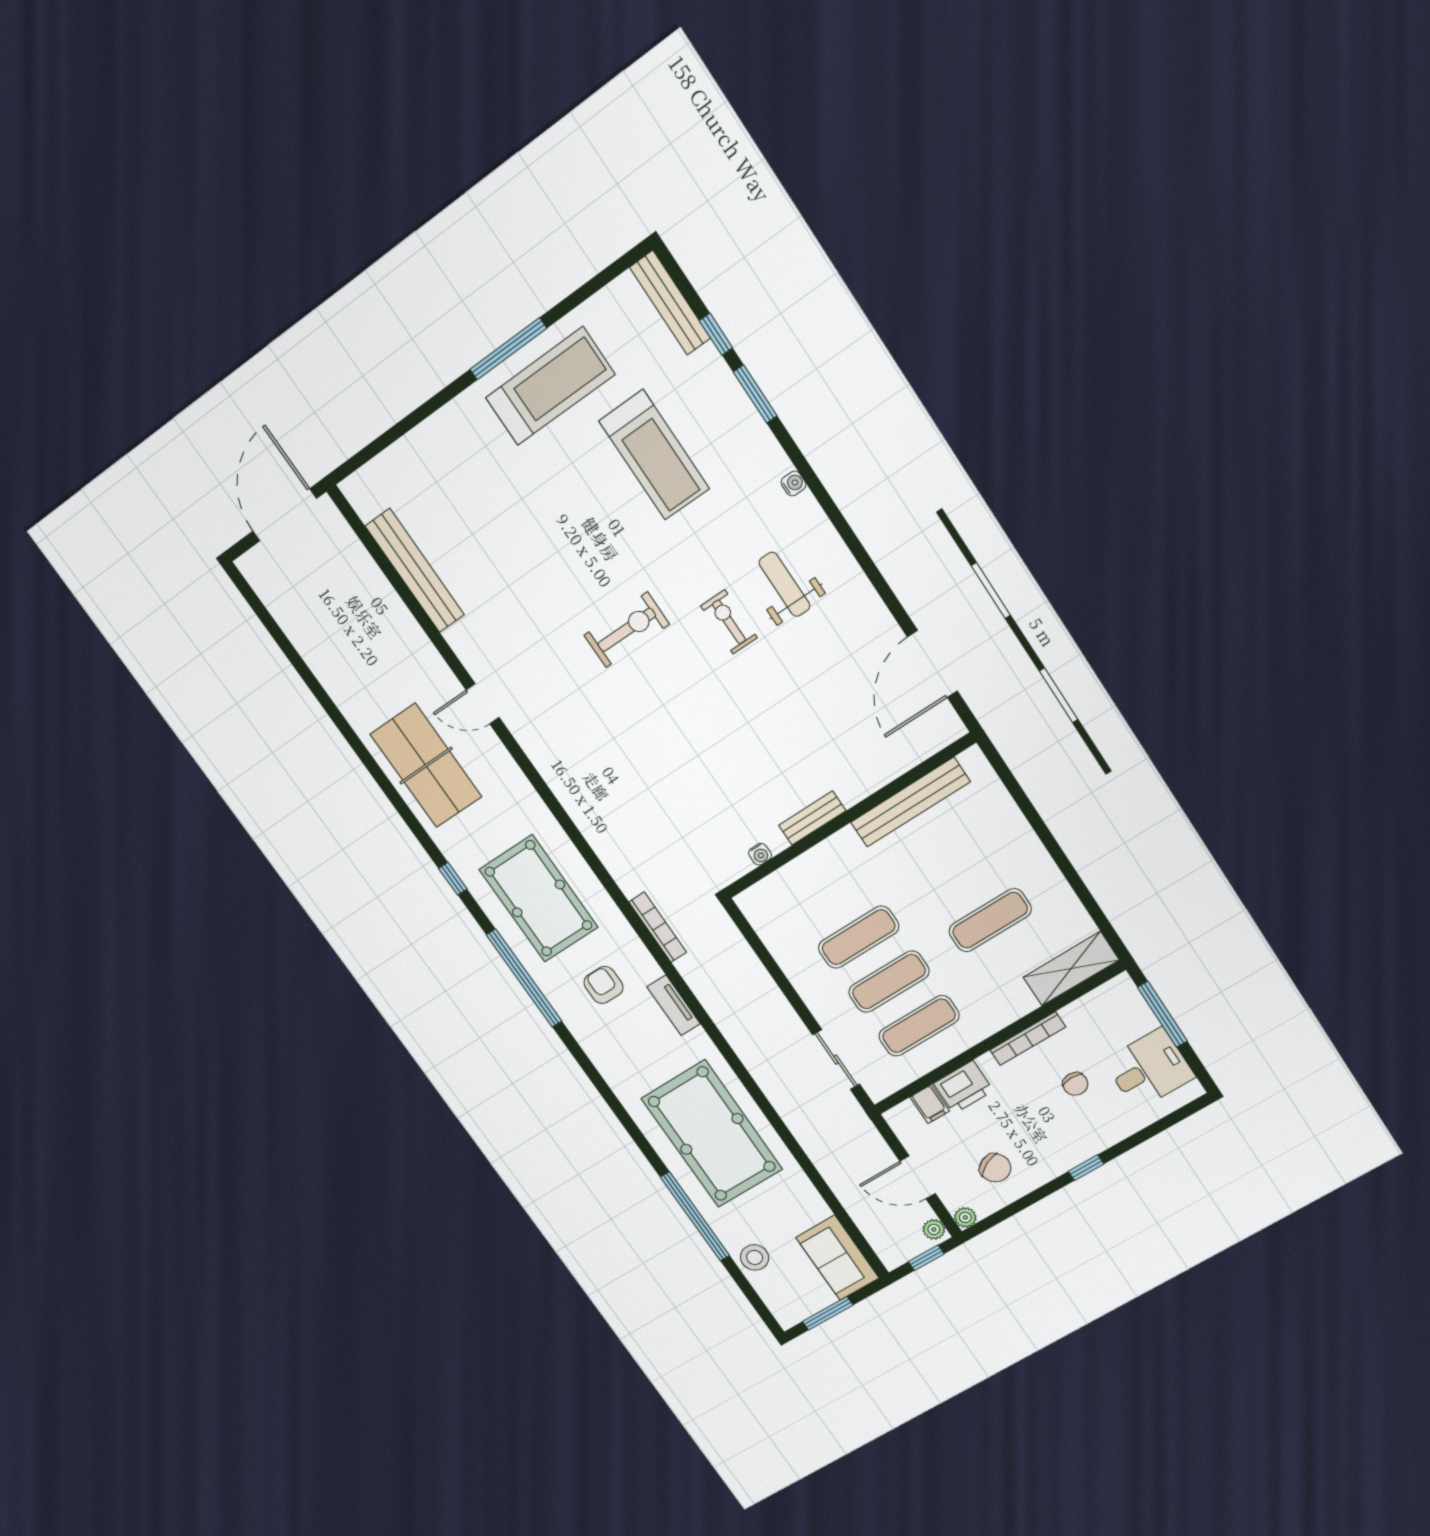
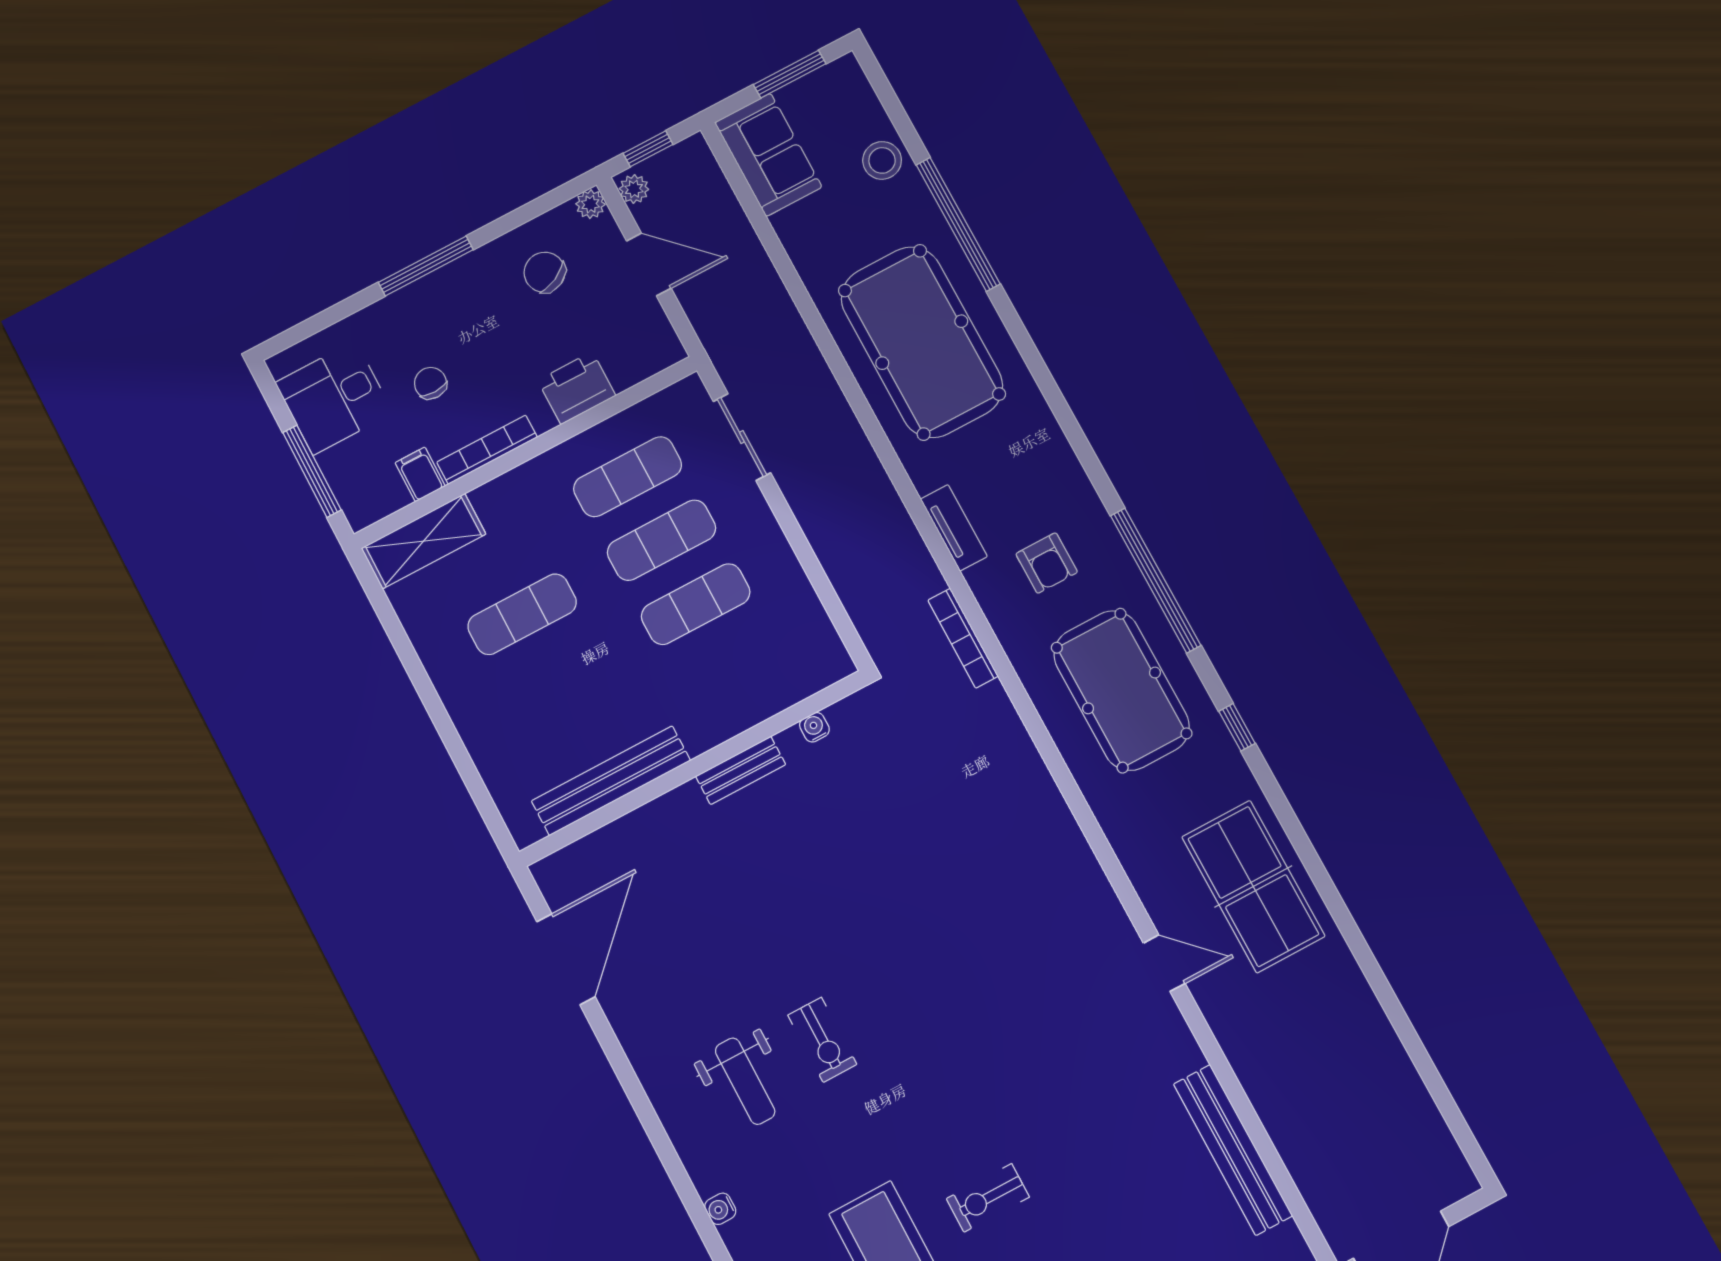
exercise bike: (627, 630) -> (988, 1198), moved, width x0.73, depth x0.72
filing cabinet: (930, 1104) -> (420, 474), moved
window: (1086, 1168) -> (426, 266), width x2.17

